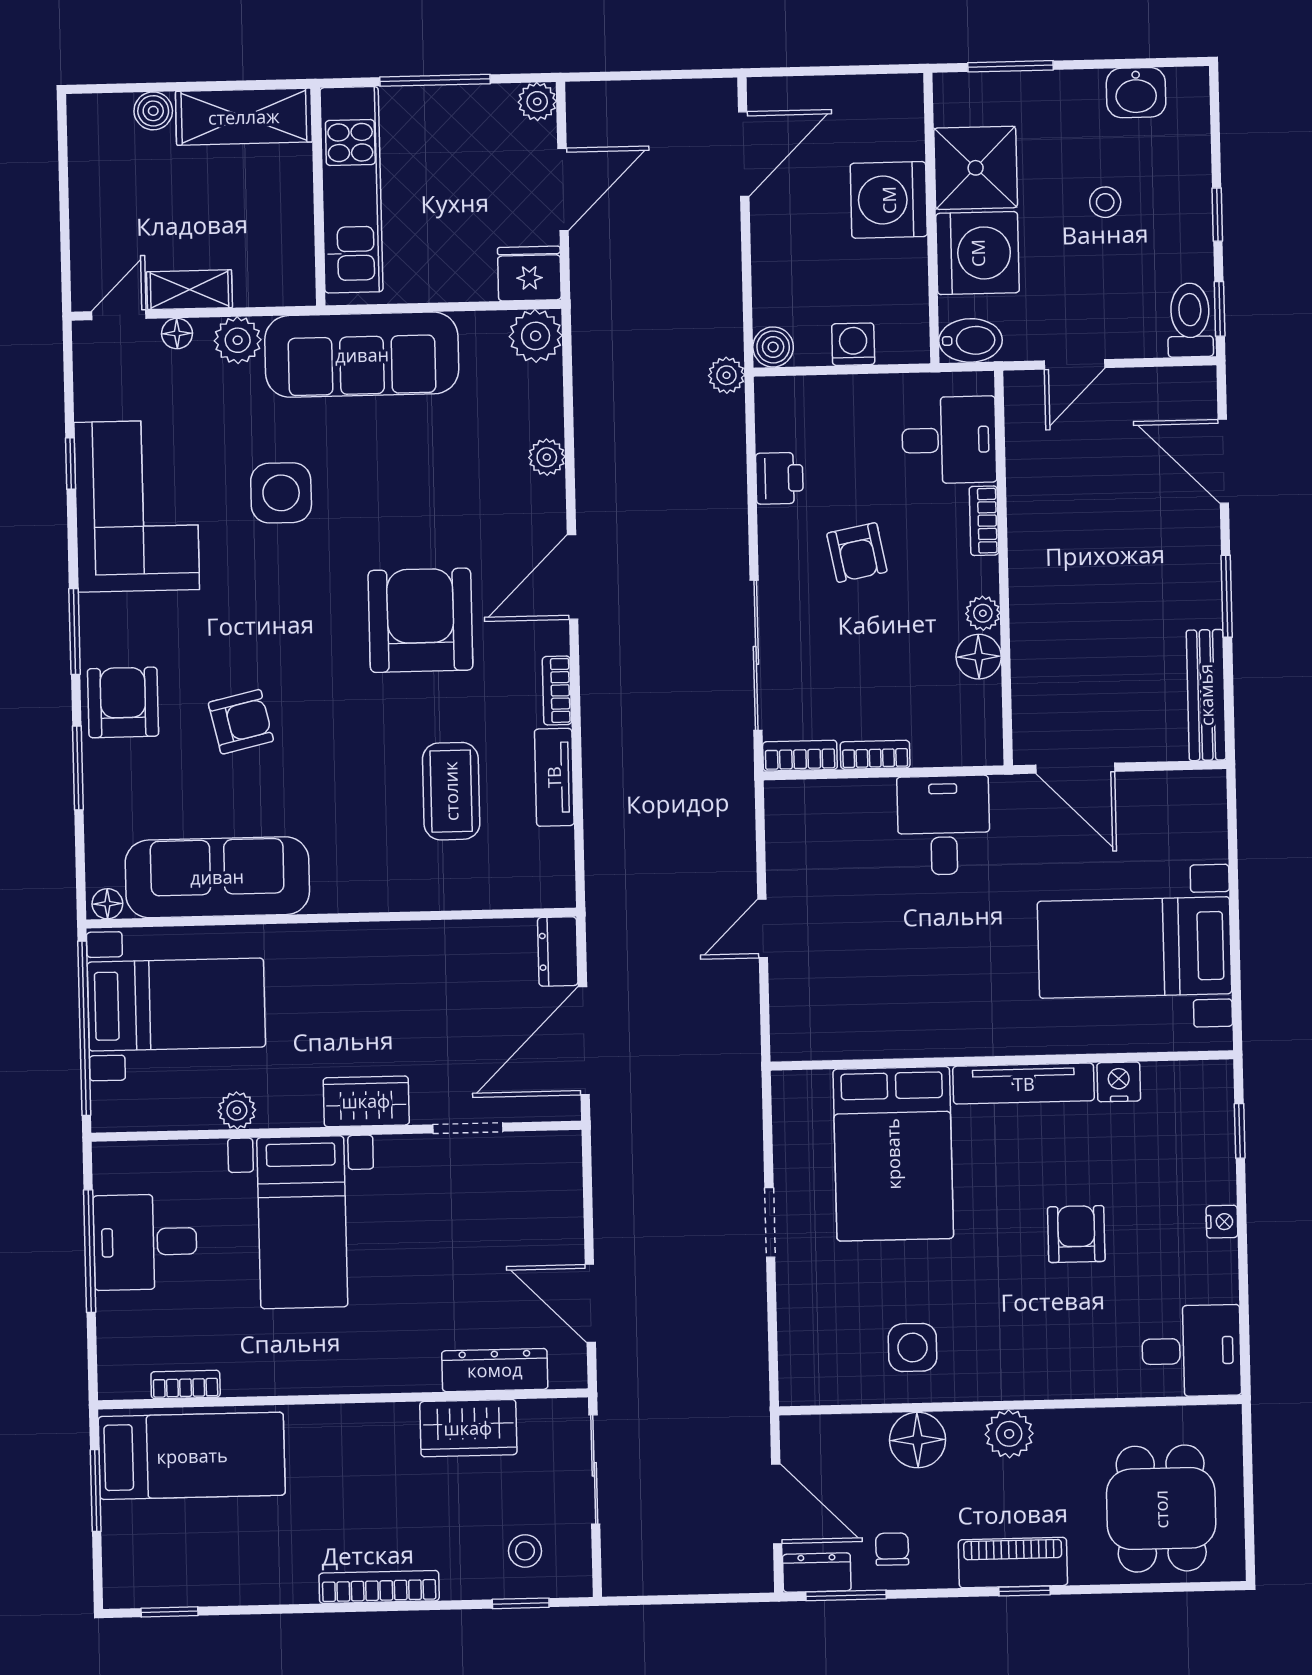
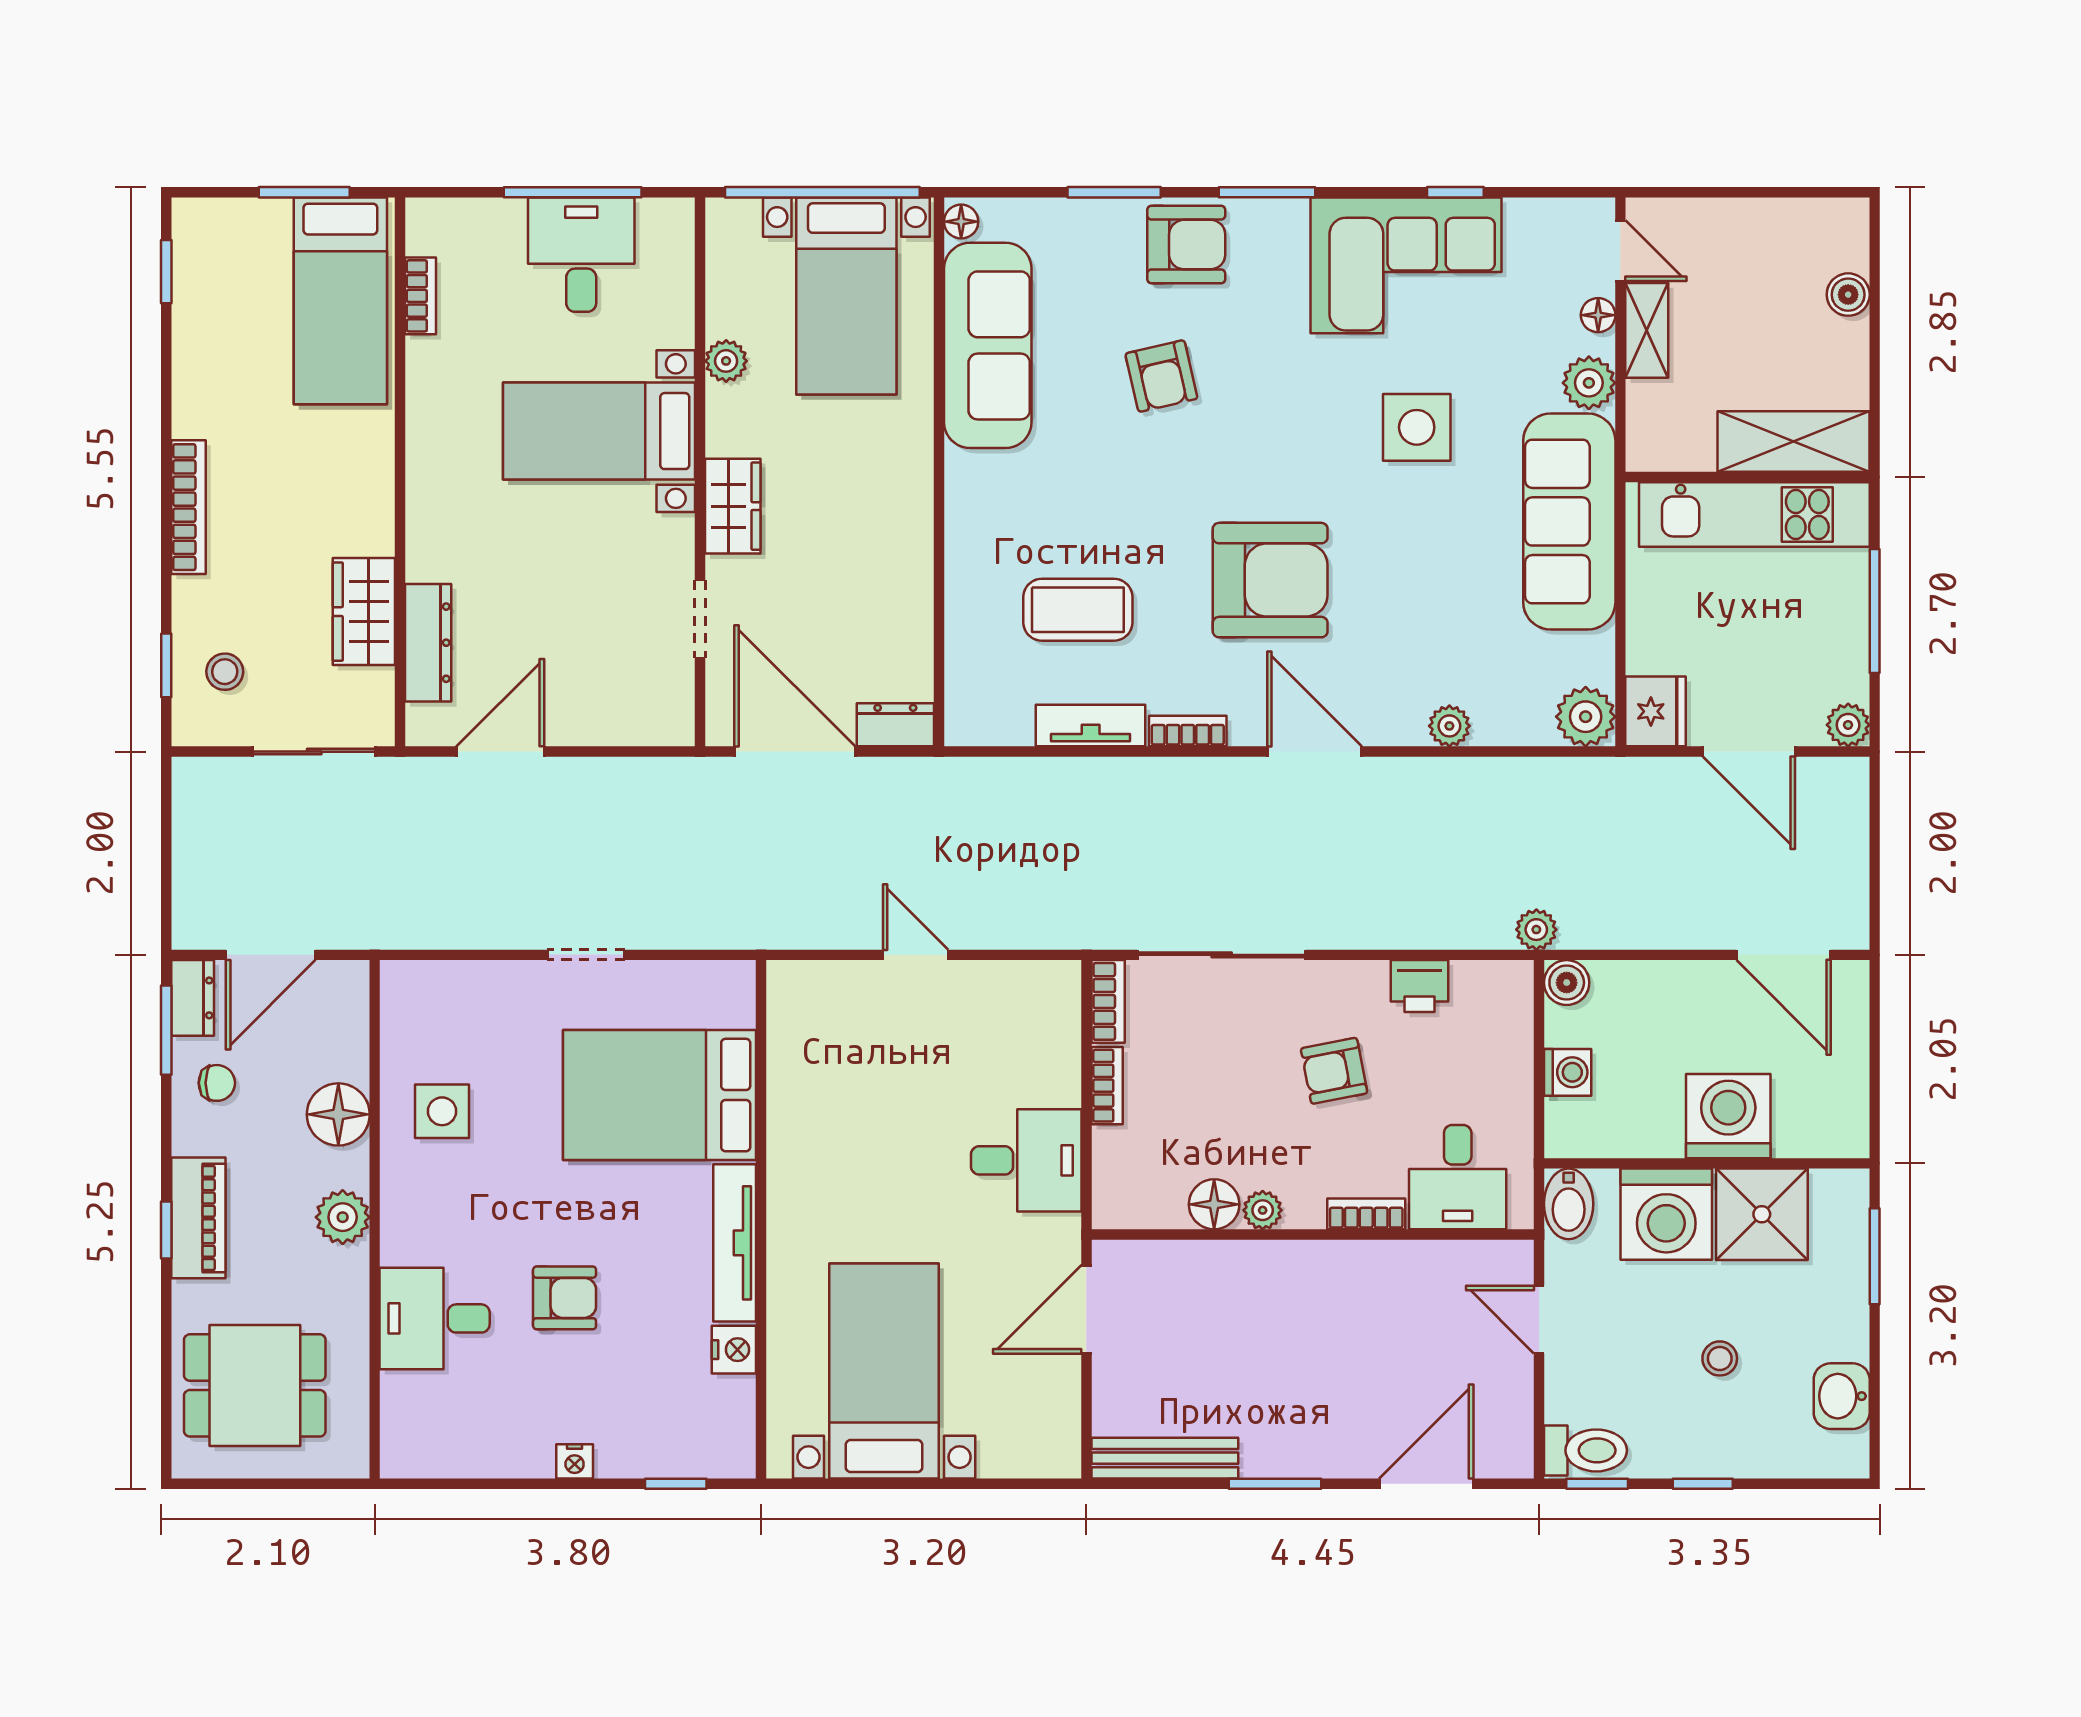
shelving: (244, 117) -> (1793, 442), moved, turned 90
desk: (1191, 1351) -> (435, 1318), moved, turned 90

